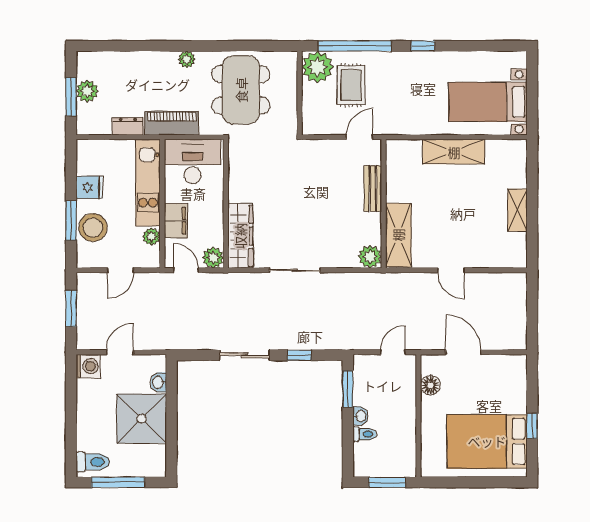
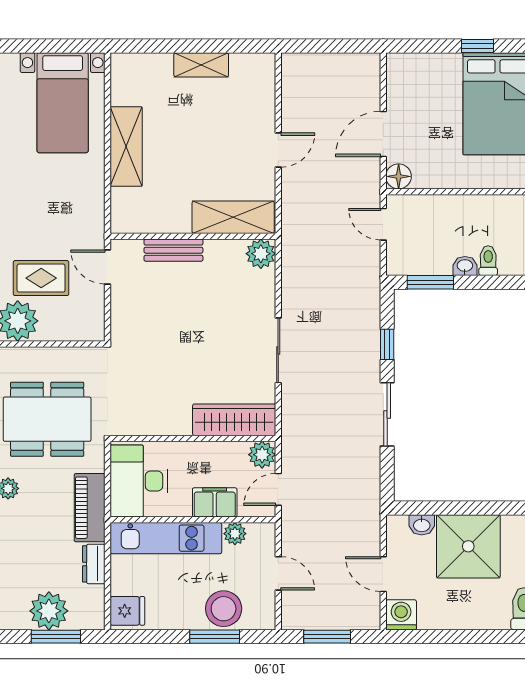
plant: (87, 91) -> (49, 611), width x1.36, depth x1.36
fridge: (90, 187) -> (127, 611), moved, turned 90
floor lamp: (430, 385) -> (399, 176), moved

